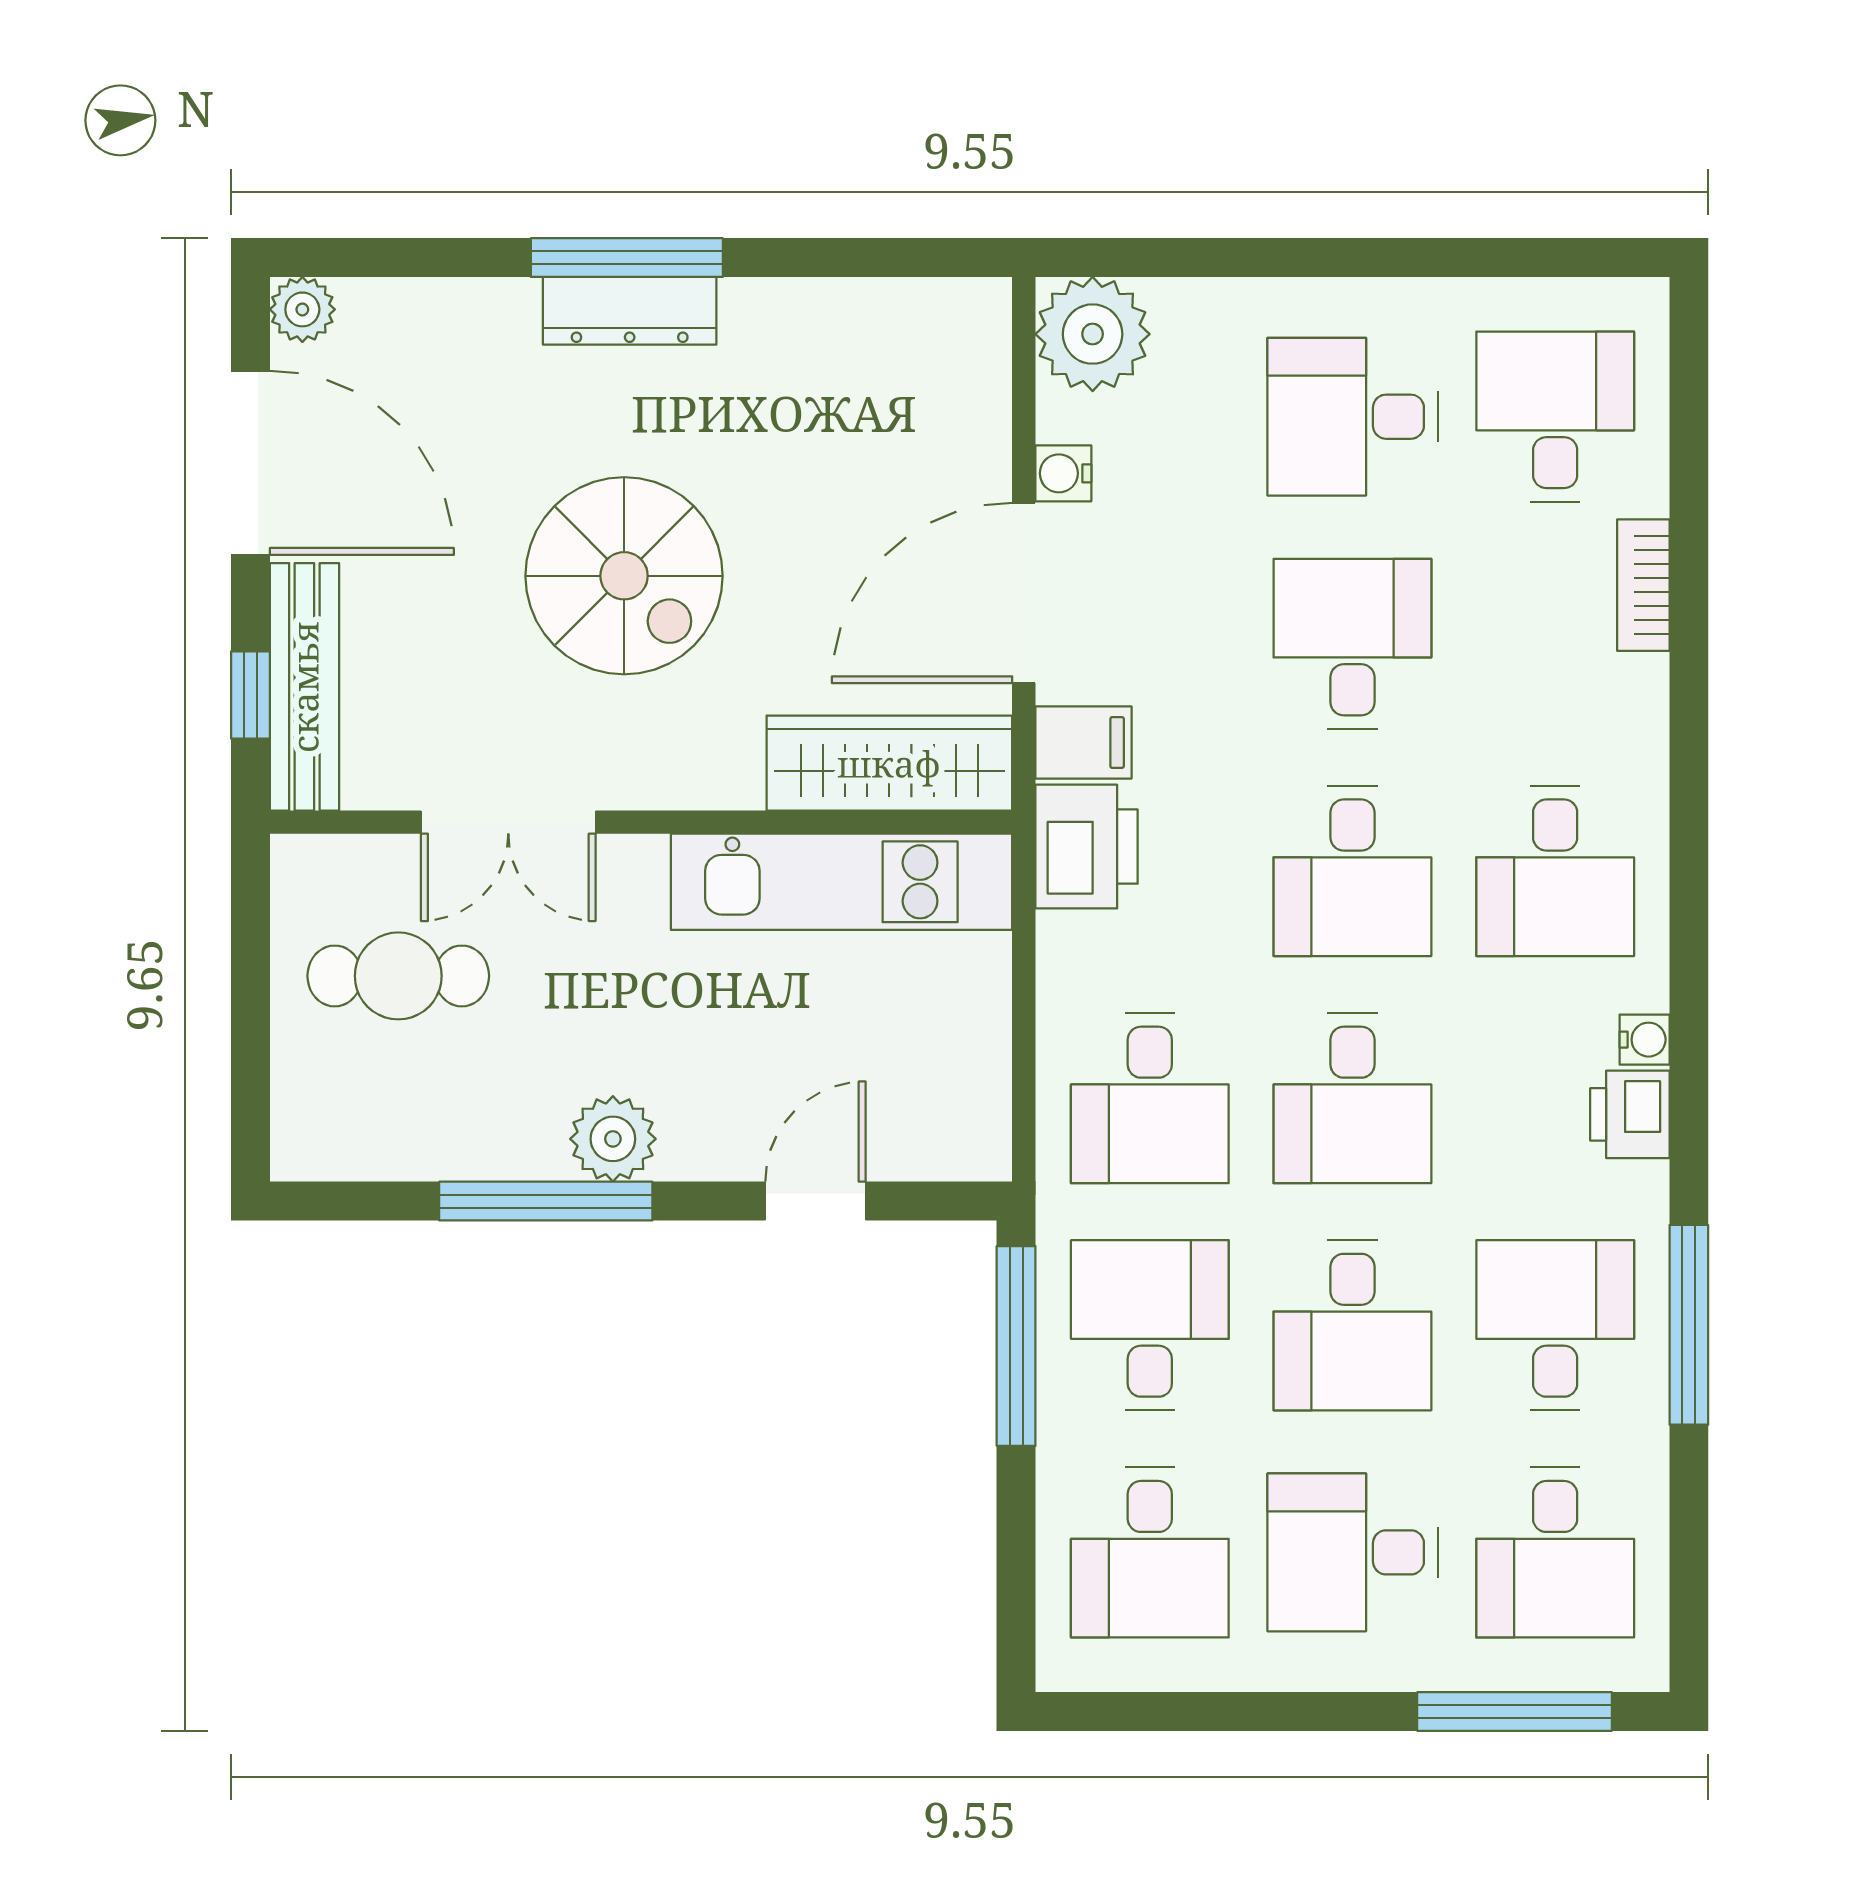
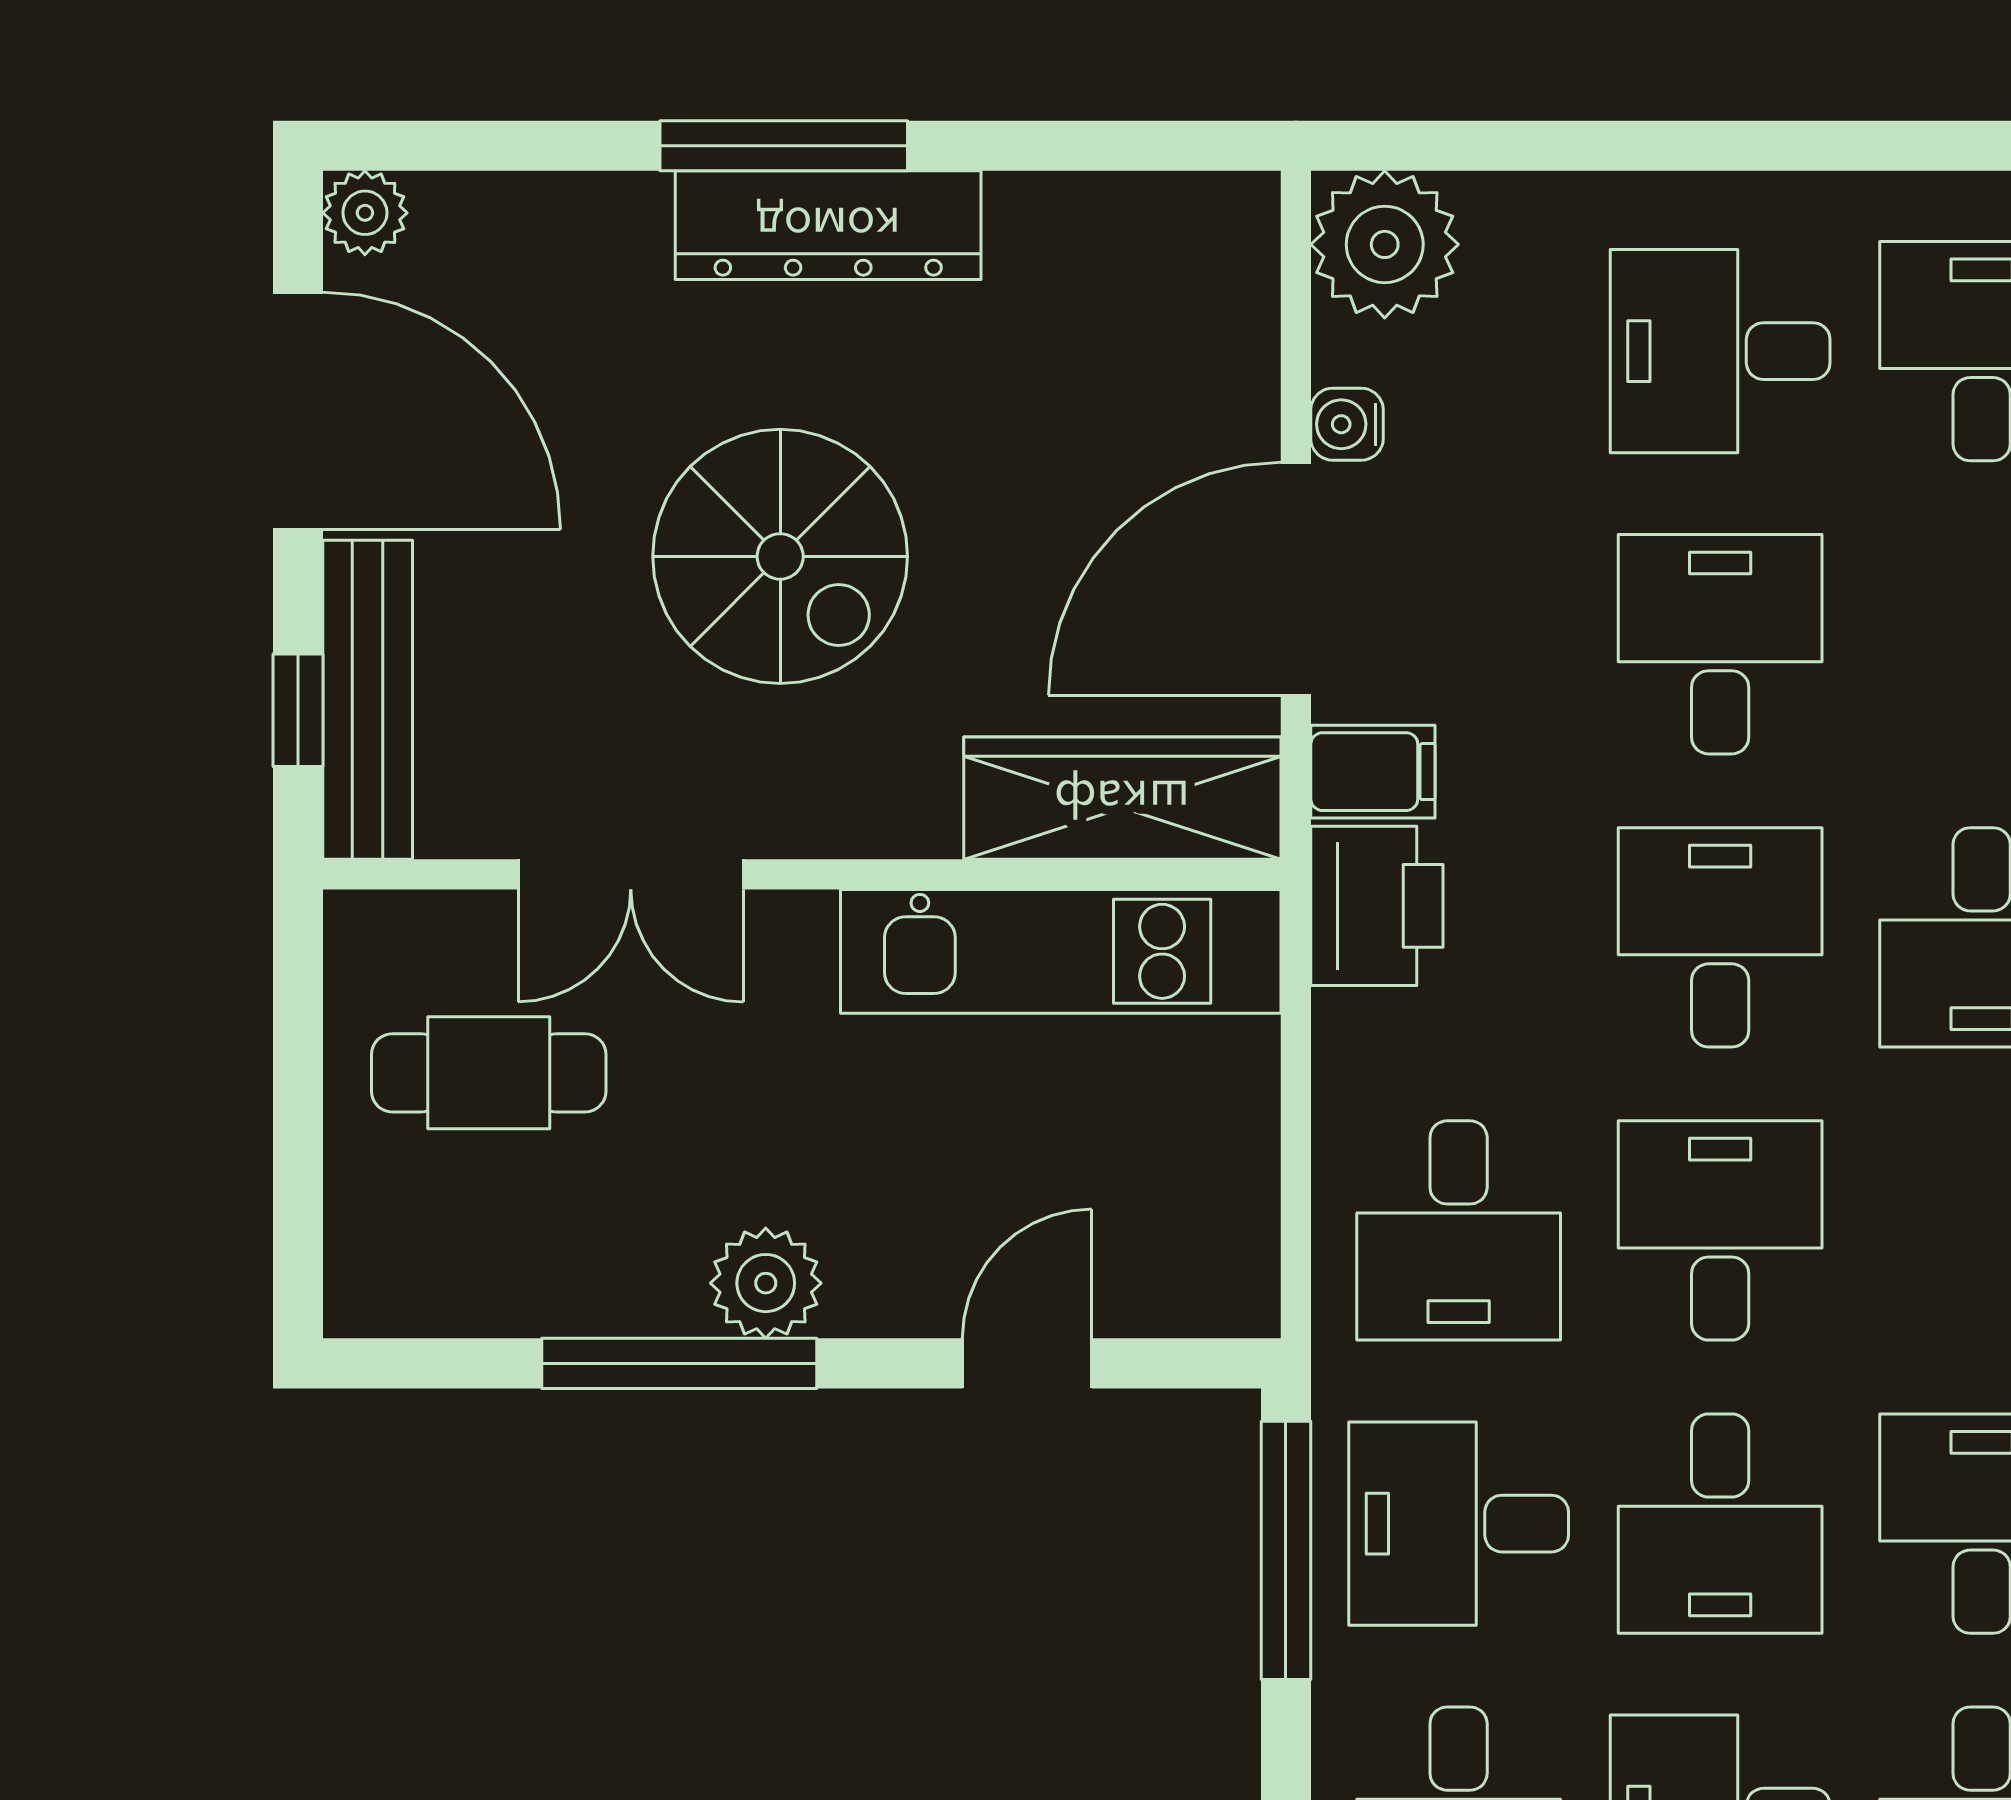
dresser: (630, 311) -> (828, 225), width x1.37, depth x1.24
desk: (1352, 871) -> (1720, 937), turned 180
desk: (1352, 1098) -> (1720, 1230), turned 180
desk: (1150, 1325) -> (1459, 1524), turned -90

